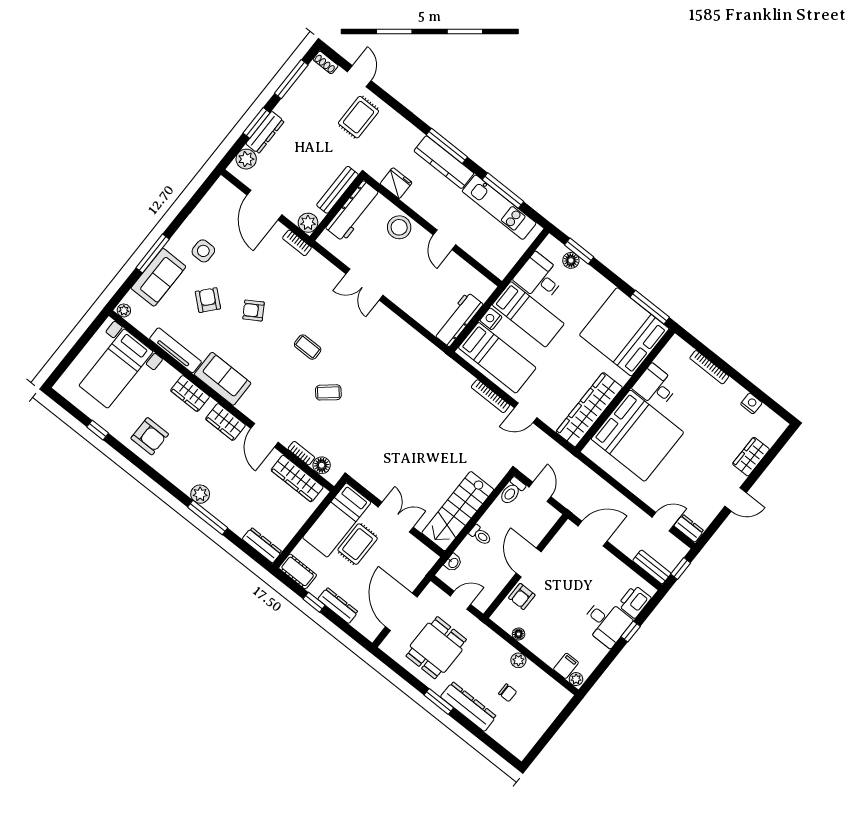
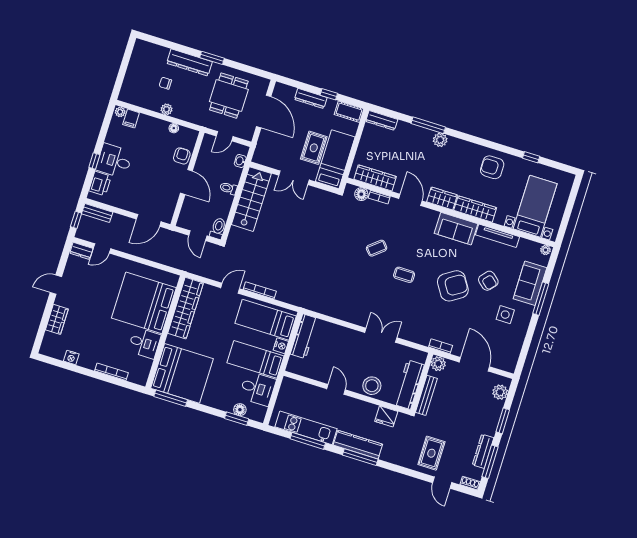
dresser: (265, 132) -> (483, 451), moved
armchair: (253, 310) -> (453, 286), width x1.88, depth x1.88
wardrobe: (190, 393) -> (475, 209), width x1.50

